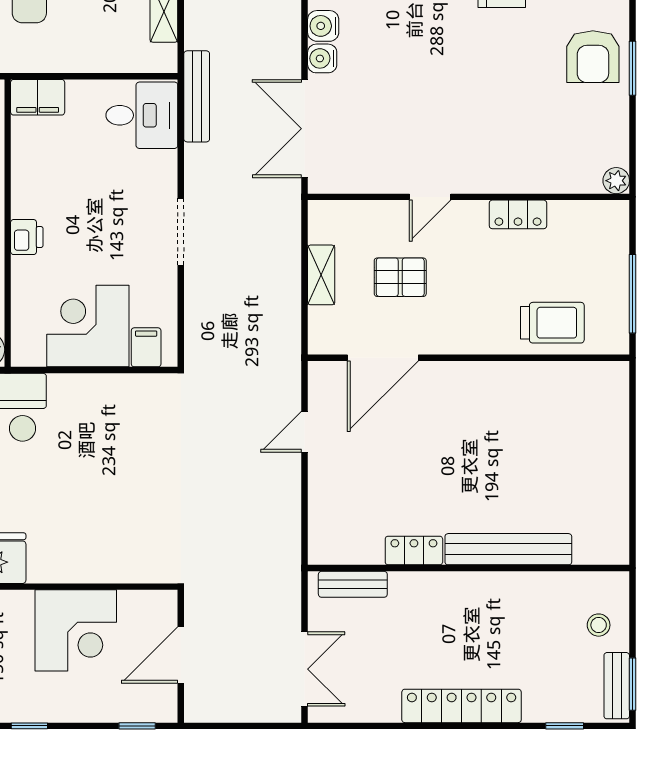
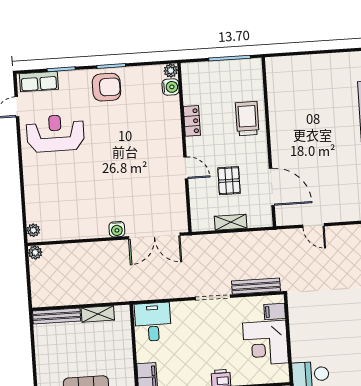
water cooler: (323, 26) -> (171, 87), moved, turned -90
bench: (197, 96) -> (256, 286), moved
trolley: (552, 323) -> (247, 119), moved

